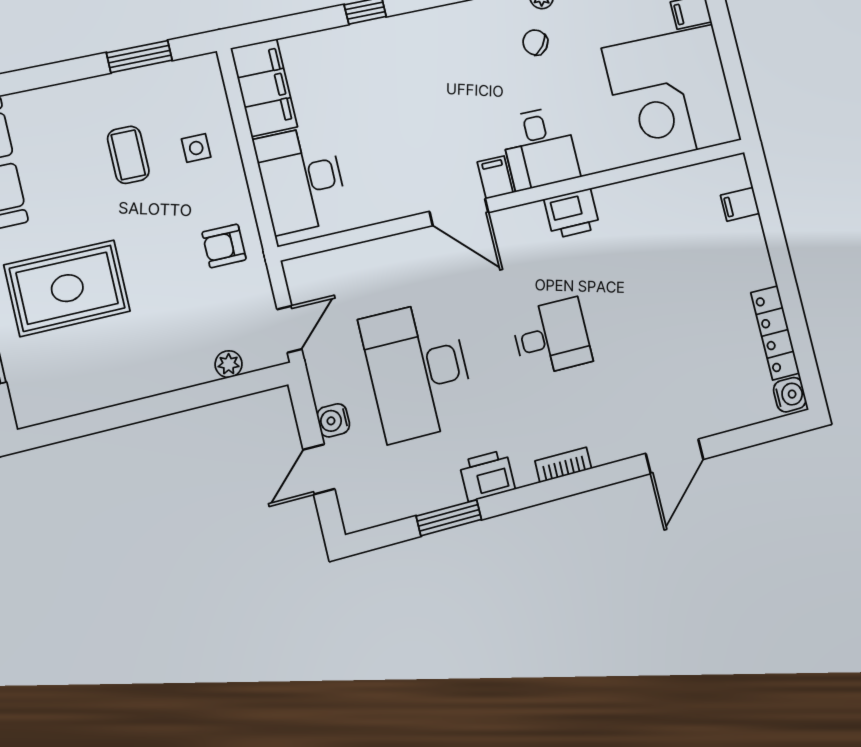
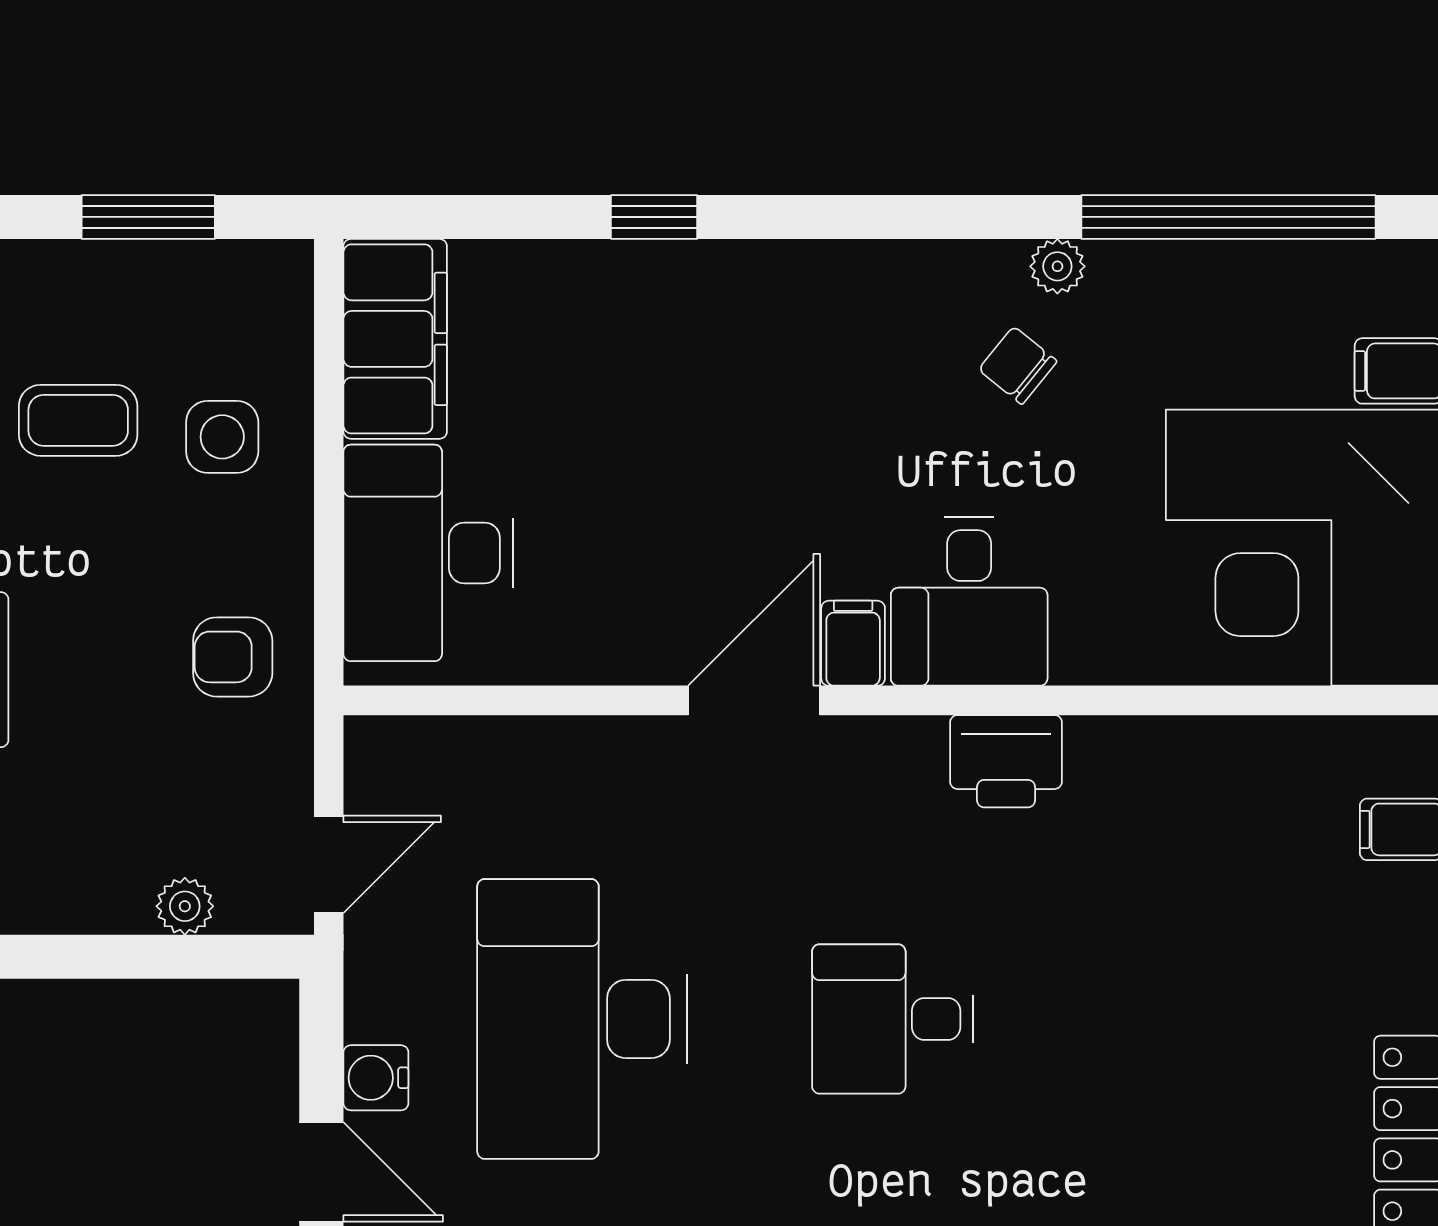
side table: (196, 148) -> (222, 437), width x1.37, depth x1.37
coffee table: (128, 155) -> (78, 420), turned 90
door: (459, 212) -> (754, 700), swing flipped
desk: (552, 337) -> (893, 1019), turned 180
door: (319, 469) -> (321, 1172), swing flipped

